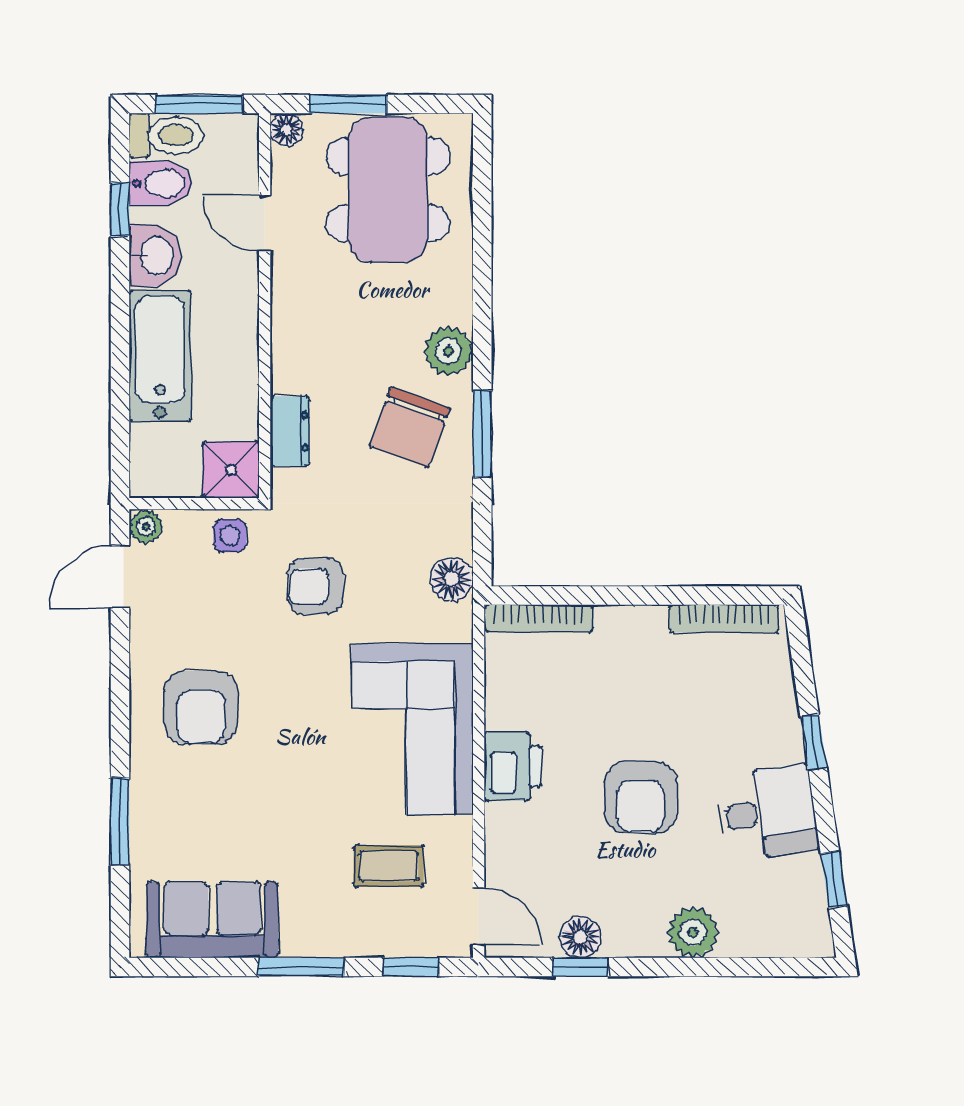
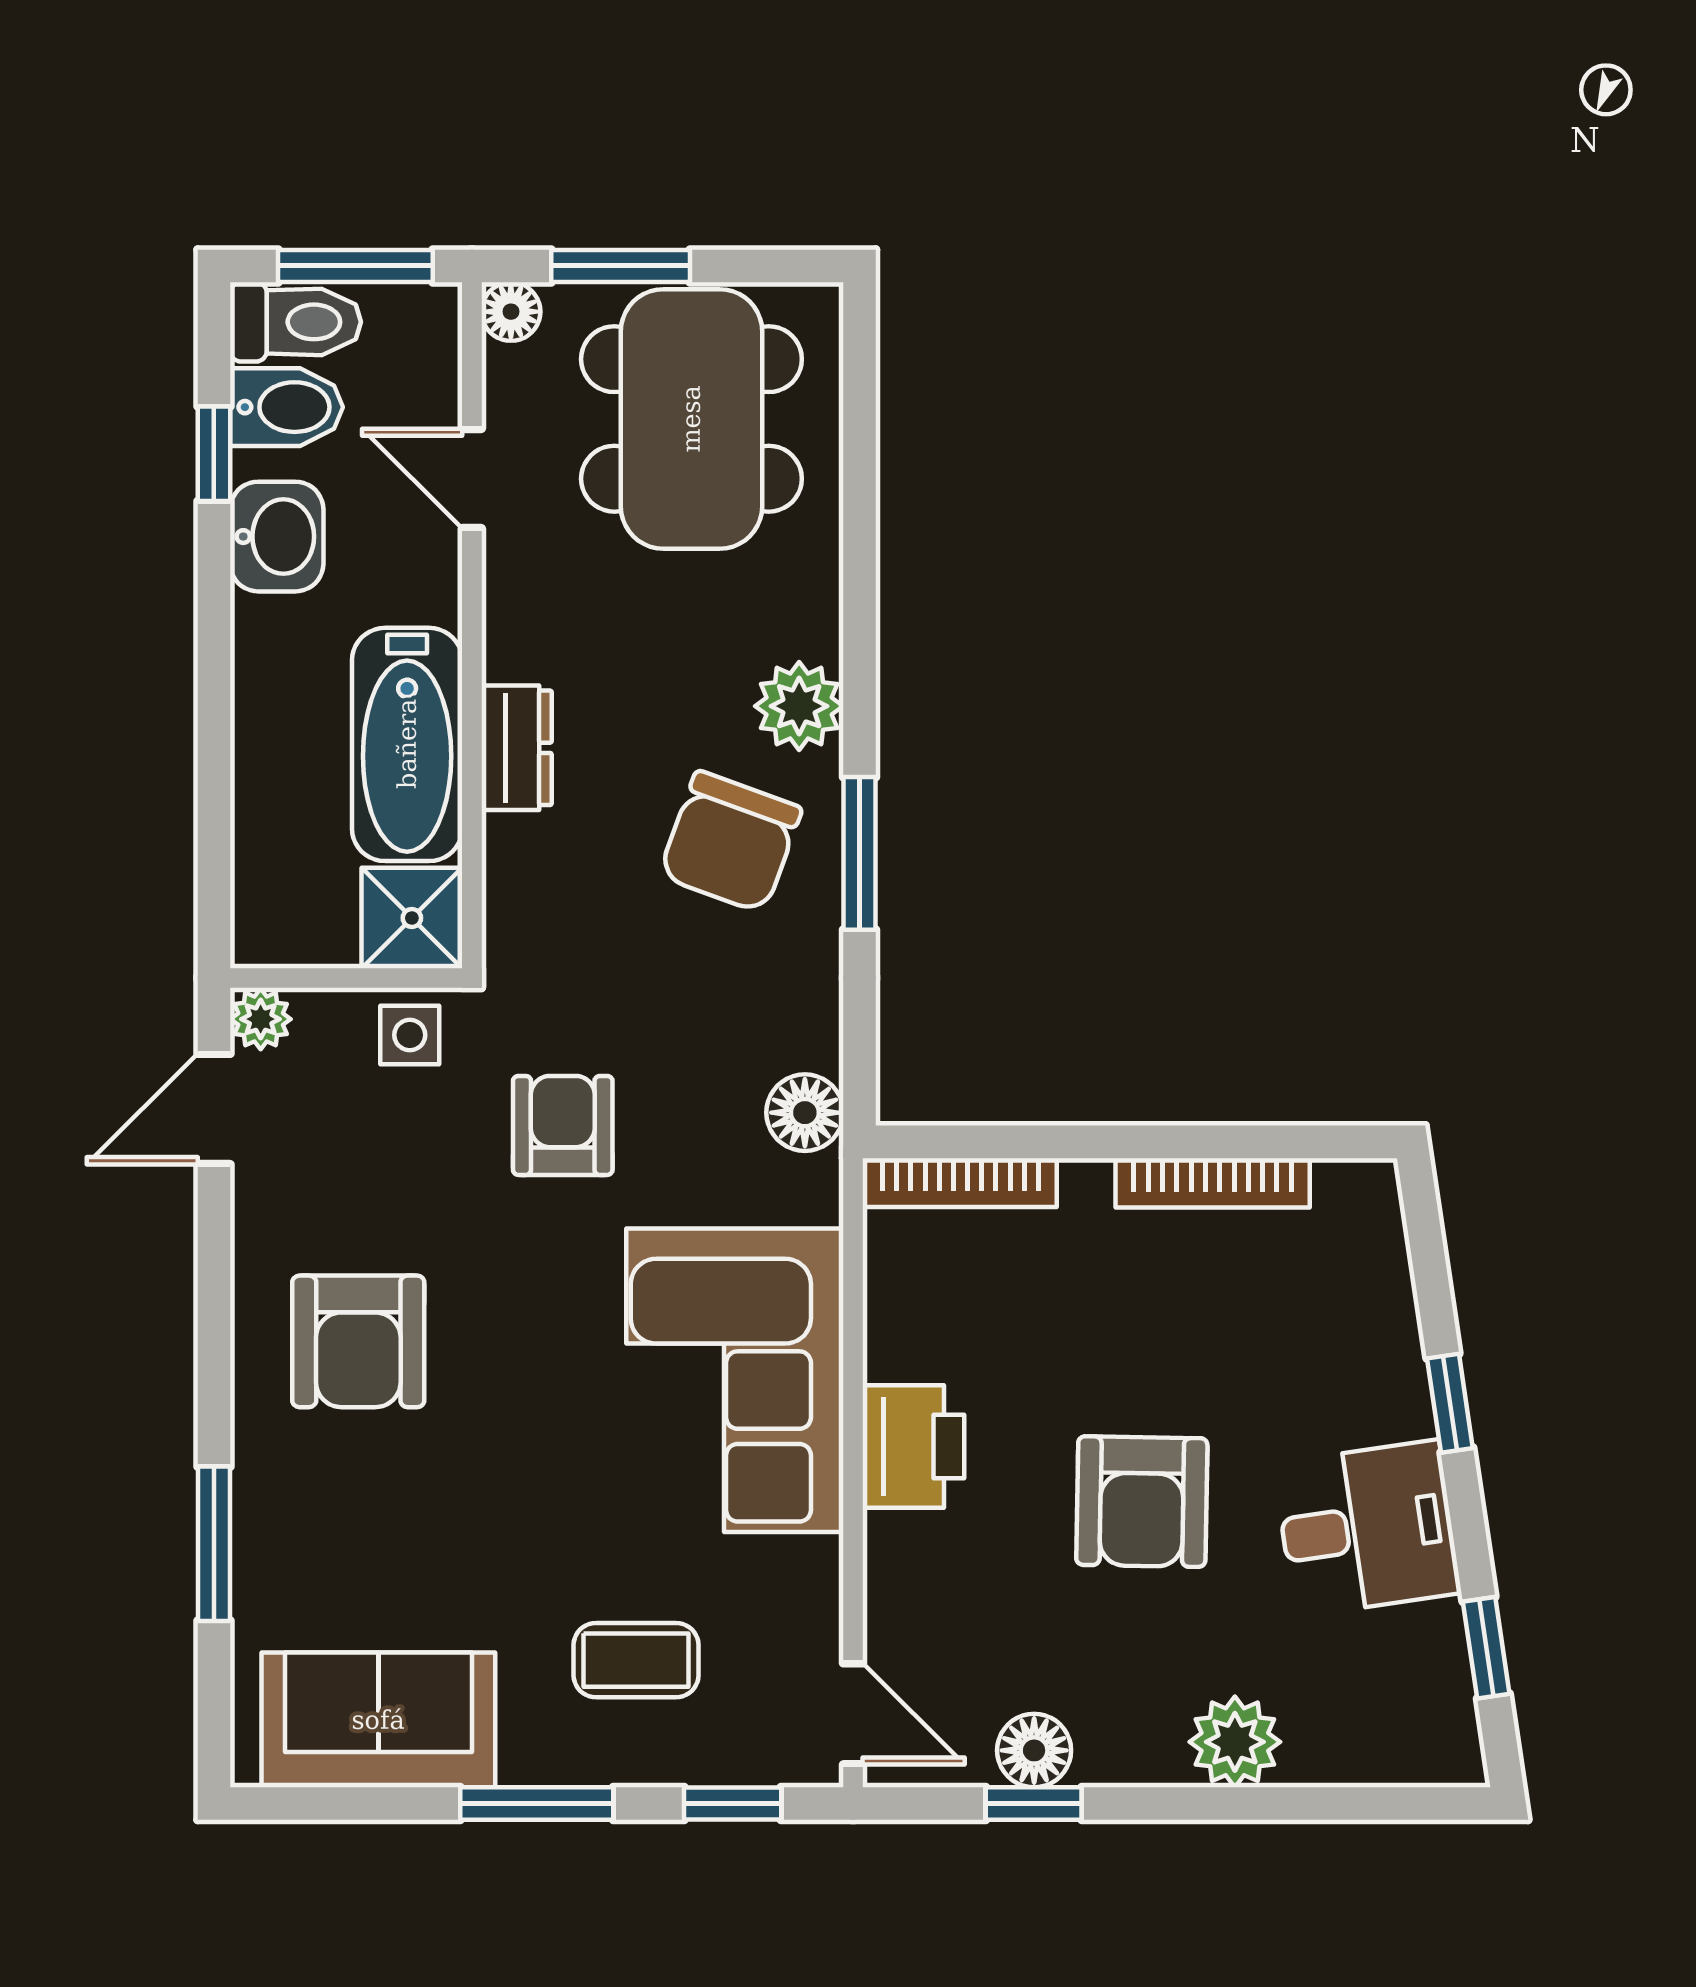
bathtub: (160, 356) -> (407, 744), moved, turned 180
dresser: (290, 431) -> (517, 748), moved
armchair: (316, 586) -> (563, 1125), turned 90
bookcase: (724, 619) -> (1213, 1183), moved
coffee table: (389, 866) -> (636, 1660), moved

